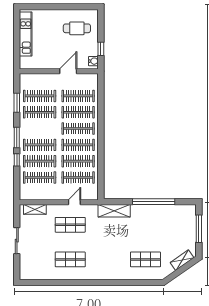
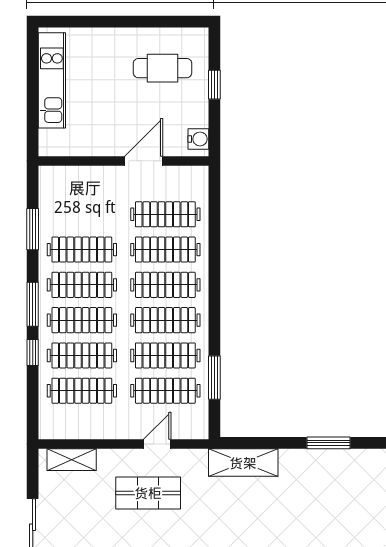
window: (101, 49) -> (214, 85), moved
clothes rail: (40, 96) -> (82, 285), moved
window: (101, 171) -> (214, 378), added
window: (154, 202) -> (328, 443), width x0.47

